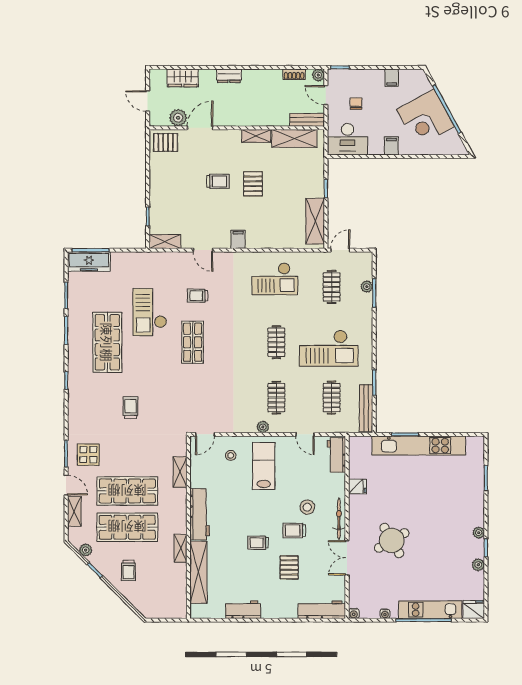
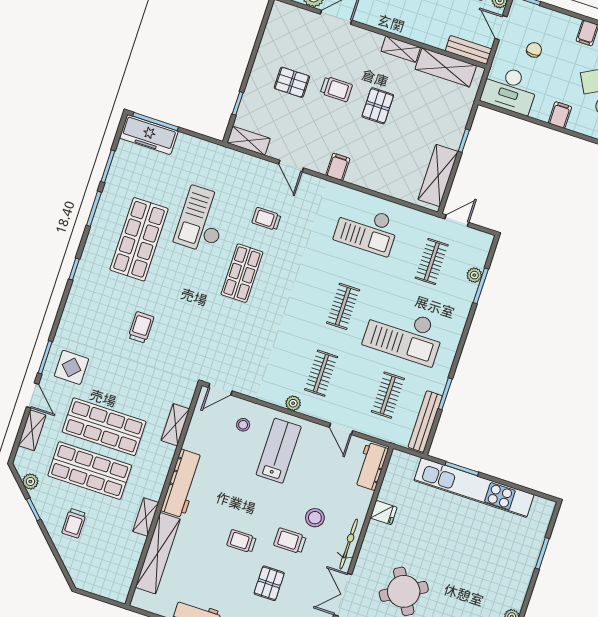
pallet: (166, 142) -> (292, 82), moved

